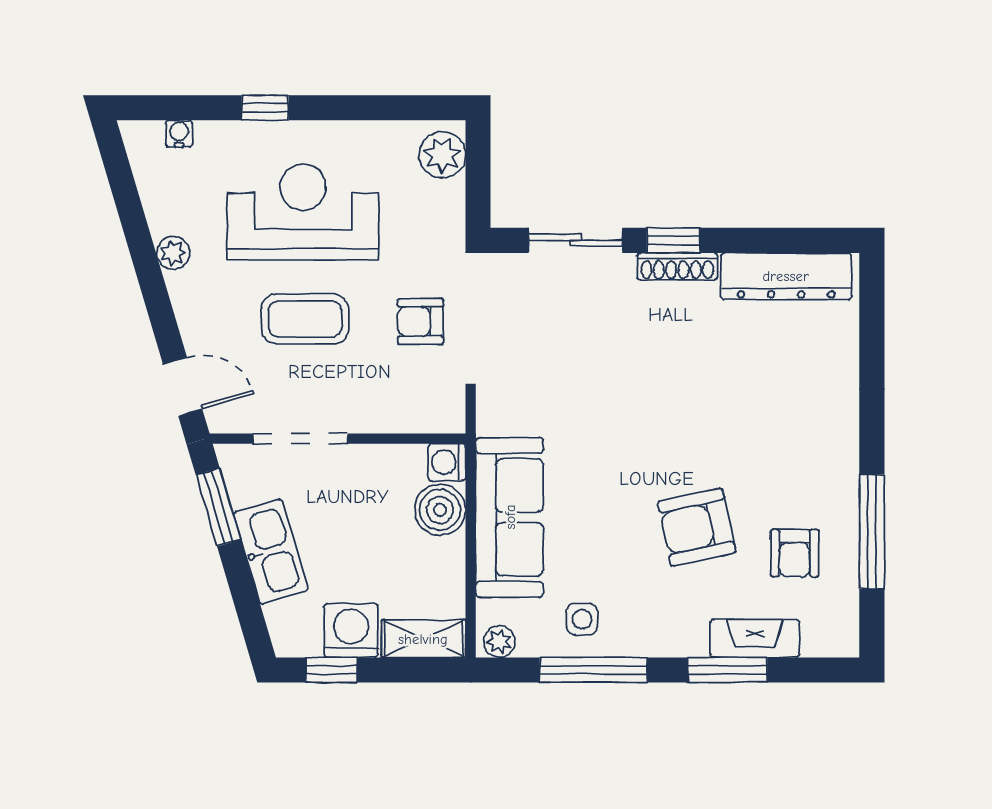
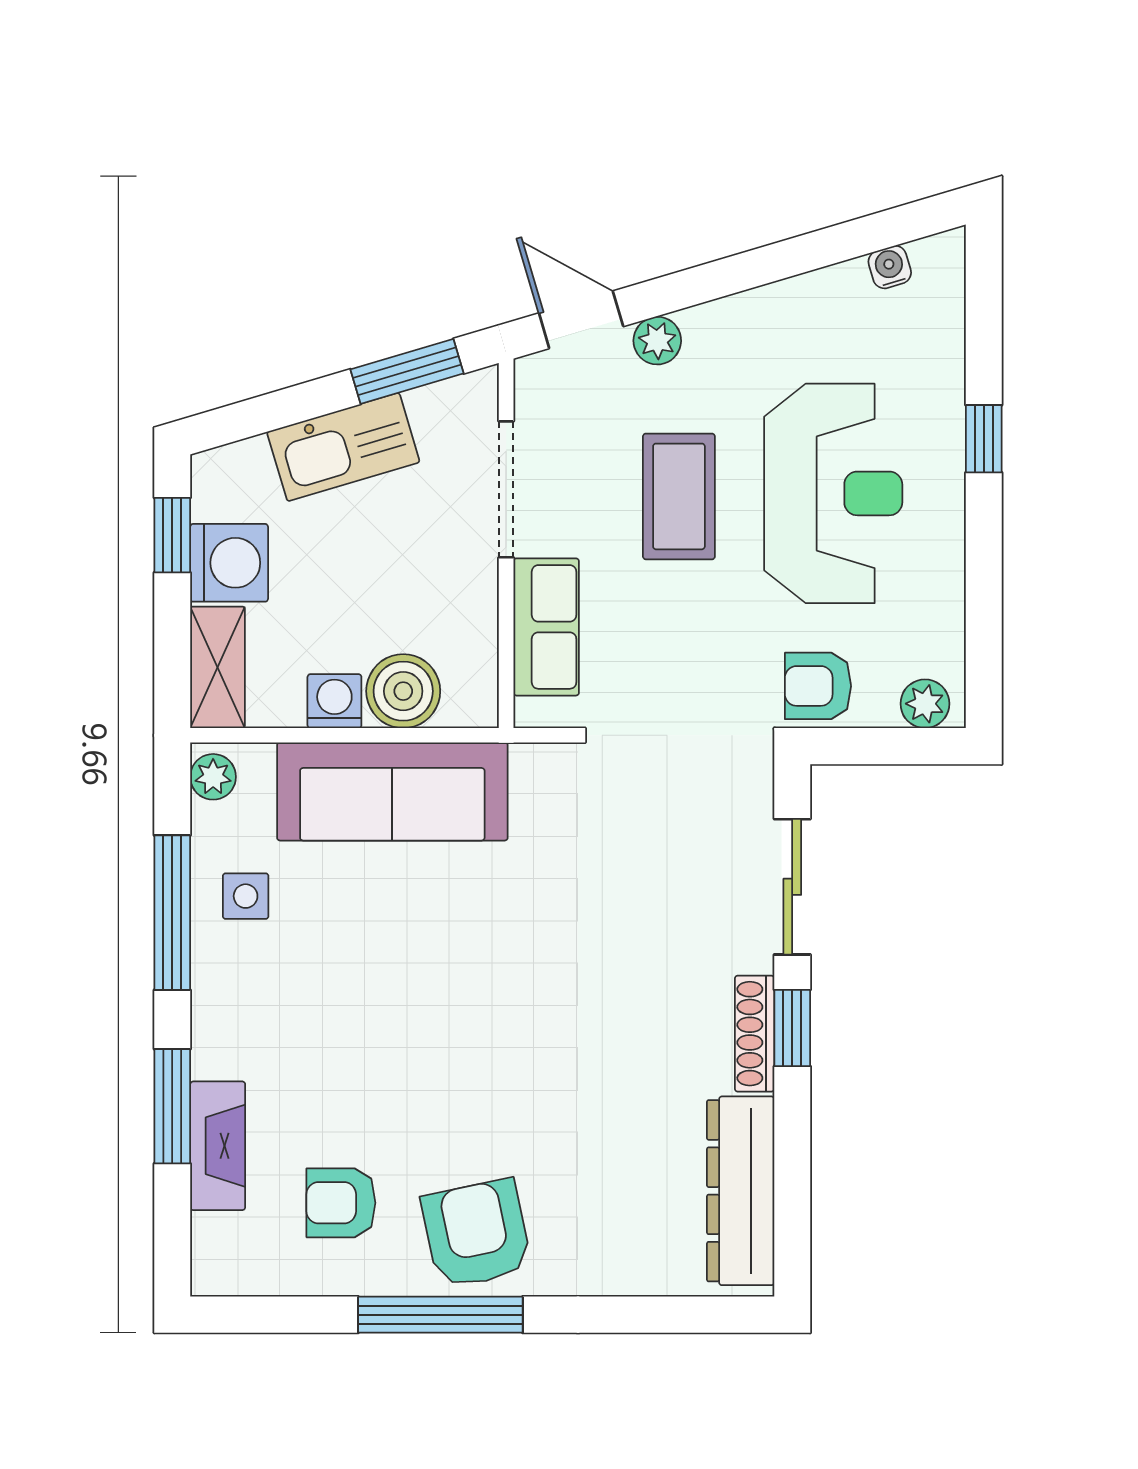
water cooler: (179, 134) -> (890, 267), moved, turned -107
plant: (442, 155) -> (925, 704), width x0.73, depth x0.73
plant: (173, 253) -> (657, 341), moved
armchair: (420, 322) -> (818, 686), moved, turned -90
door: (183, 387) -> (581, 320), swing flipped
row of seats: (396, 411) -> (546, 627), added
washing machine: (447, 462) -> (334, 701), moved
armchair: (697, 527) -> (476, 1234), moved
window: (872, 532) -> (440, 1315), moved

